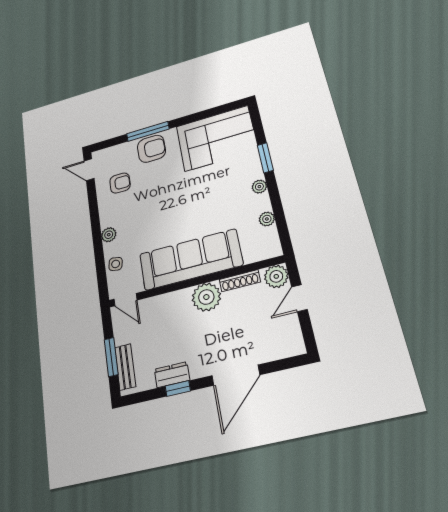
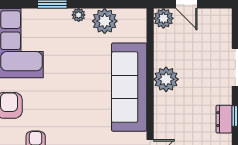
plant: (267, 219) -> (105, 21), width x1.88, depth x1.88
shoe rack: (240, 281) -> (159, 49), removed

